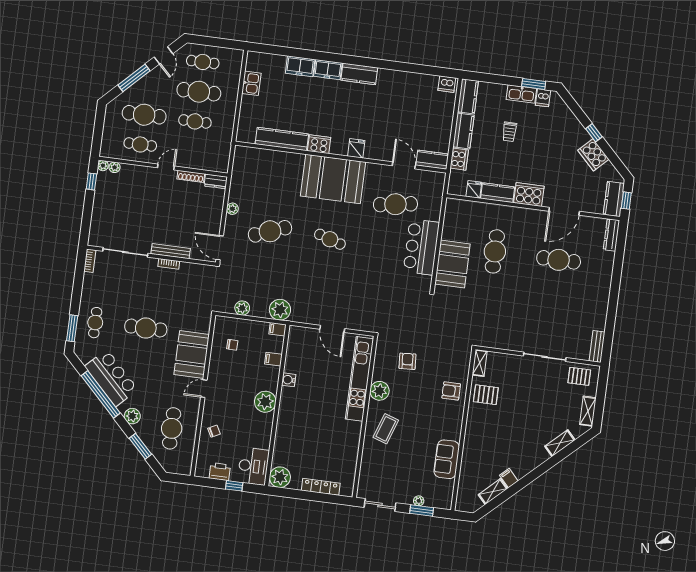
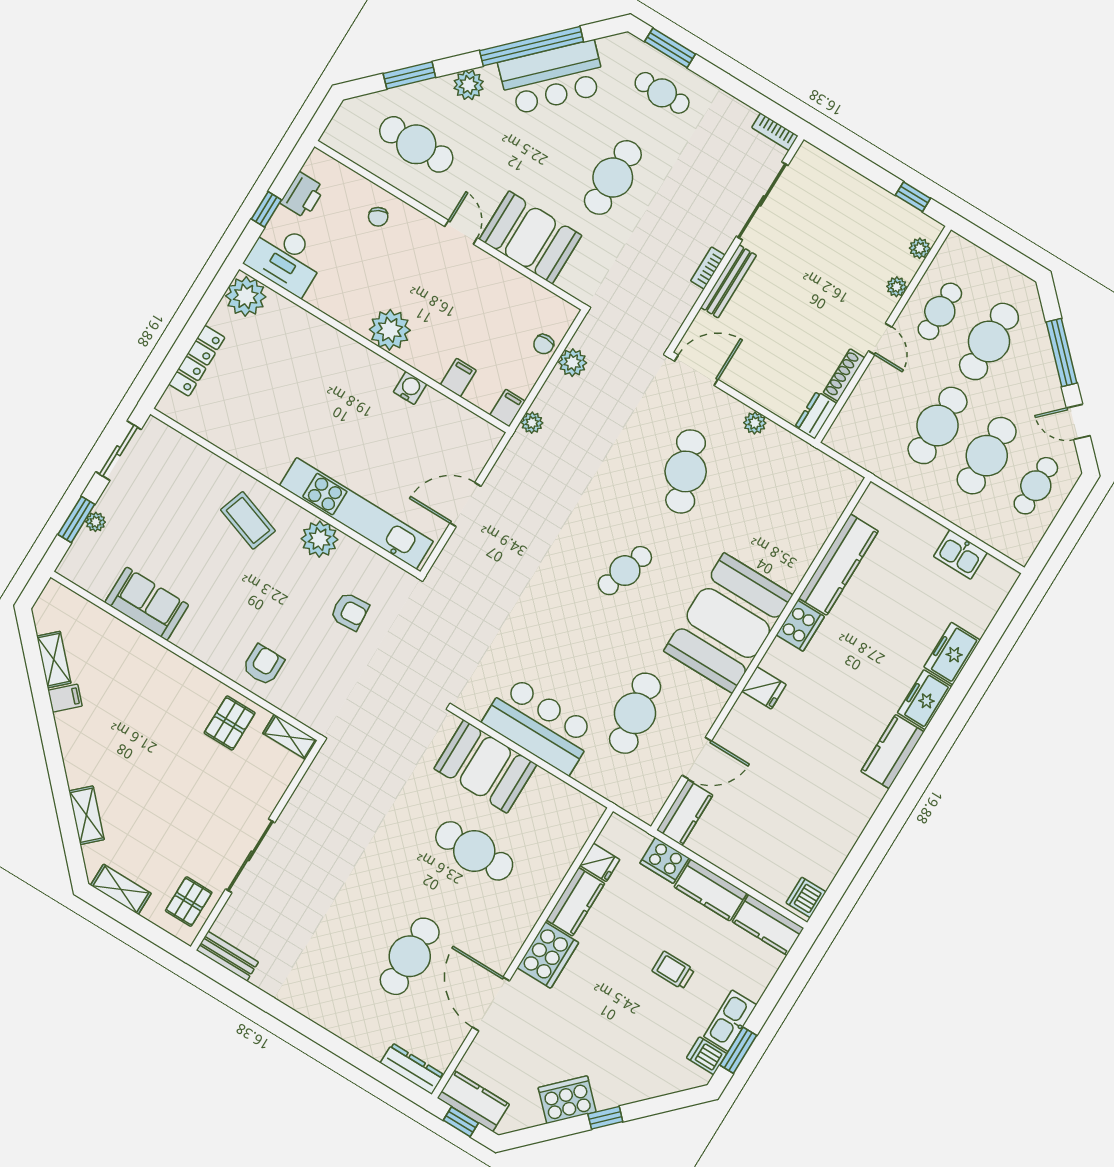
cafe table: (195, 121) -> (937, 425), width x1.37, depth x1.35
plant: (103, 166) -> (897, 287), moved
plant: (280, 310) -> (532, 423), width x0.53, depth x0.53
chair: (232, 345) -> (544, 344), moved

